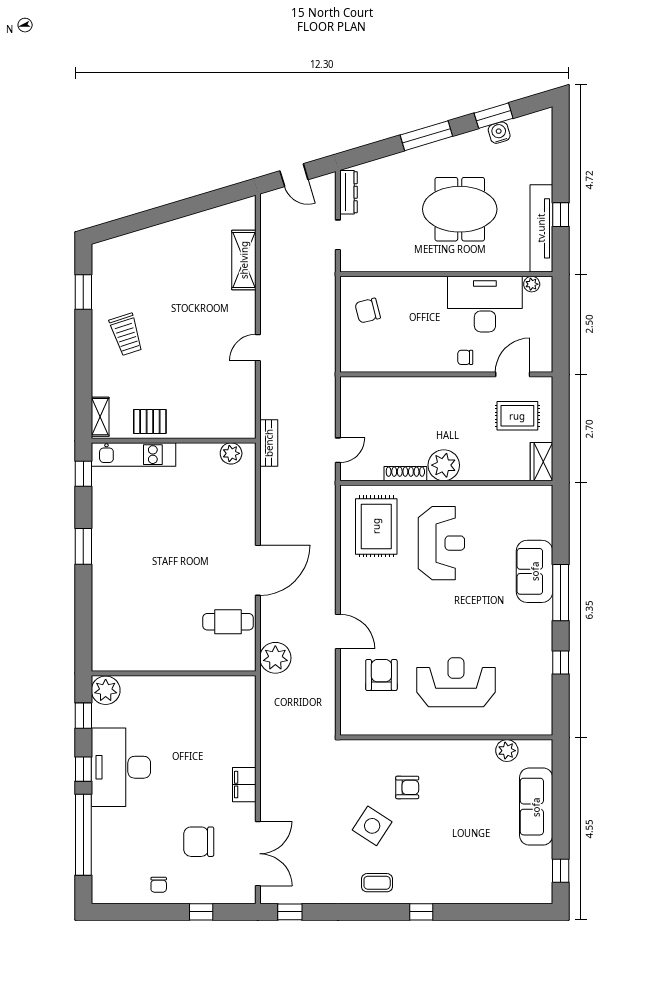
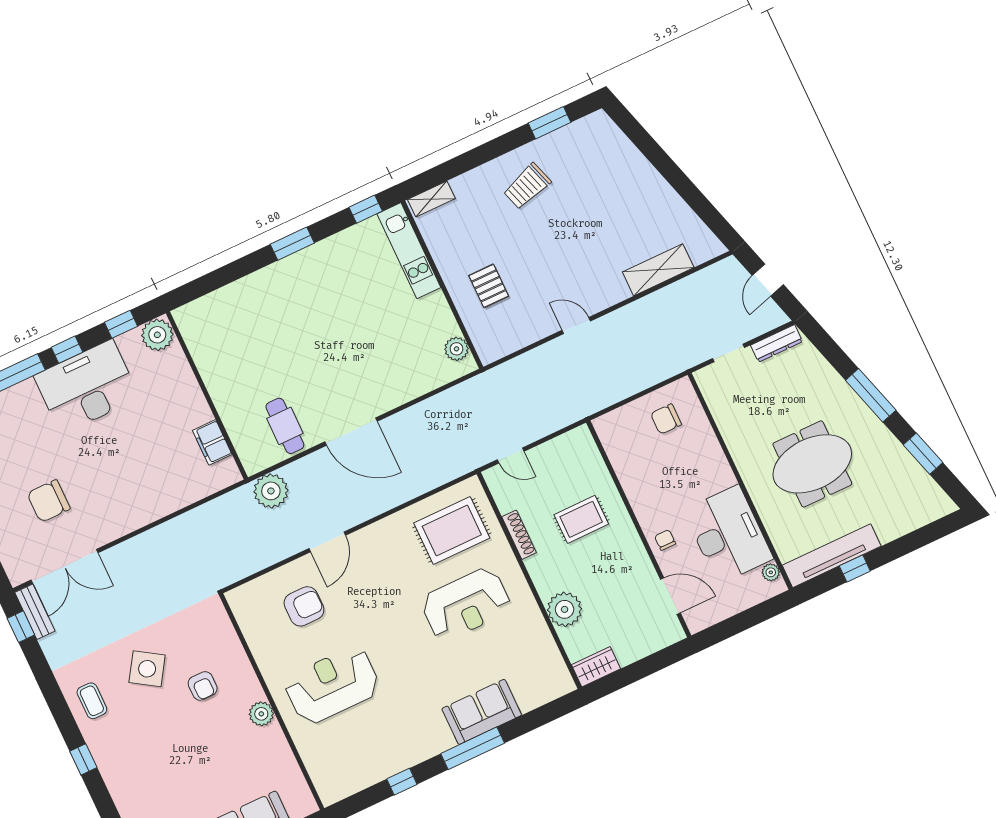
water cooler: (499, 133) -> (908, 467), removed
meeting table: (460, 209) -> (812, 464), turned 90
chair: (368, 311) -> (666, 419), turned -76
rug: (517, 416) -> (581, 519), moved, turned 90
pallet: (150, 422) -> (489, 286), moved
bench: (269, 443) -> (35, 612), moved, turned 90
plant: (444, 465) -> (565, 609), moved
reception desk: (456, 682) -> (332, 685), turned -90
plant: (507, 751) -> (261, 714), moved
filing cabinet: (244, 785) -> (212, 442), moved, turned -90
chair: (199, 842) -> (49, 501), turned -90

